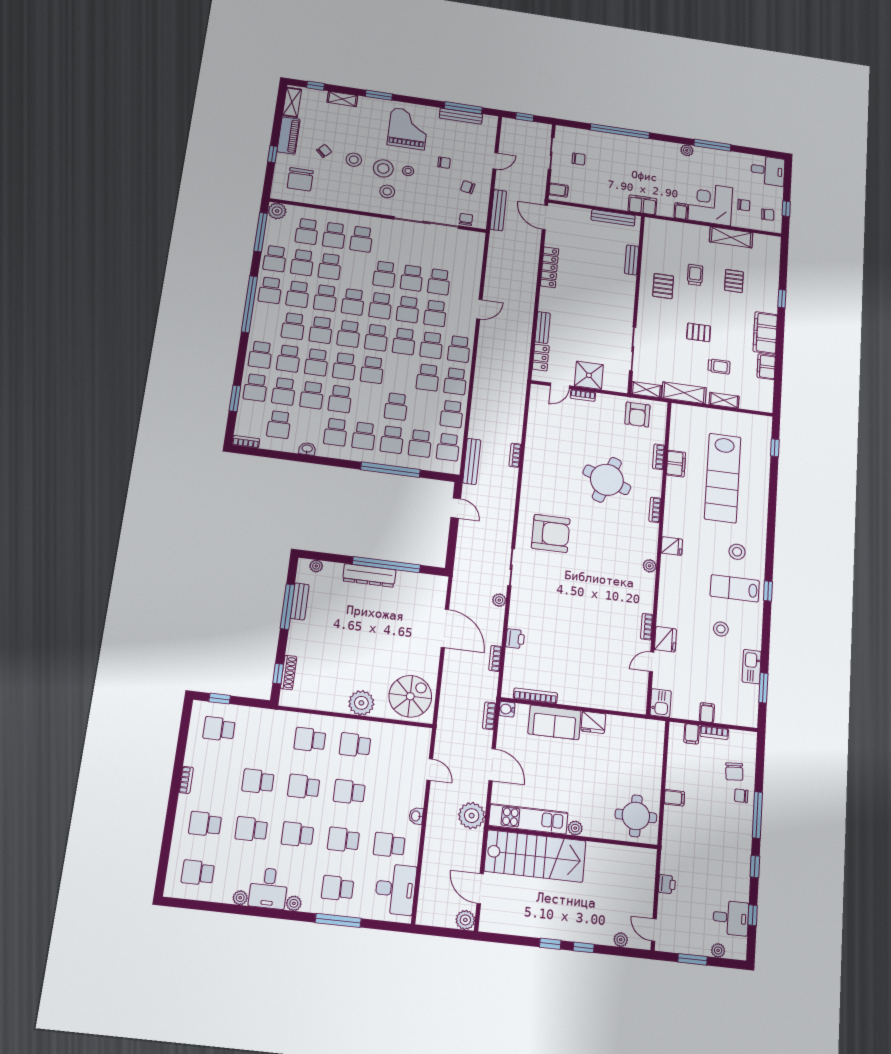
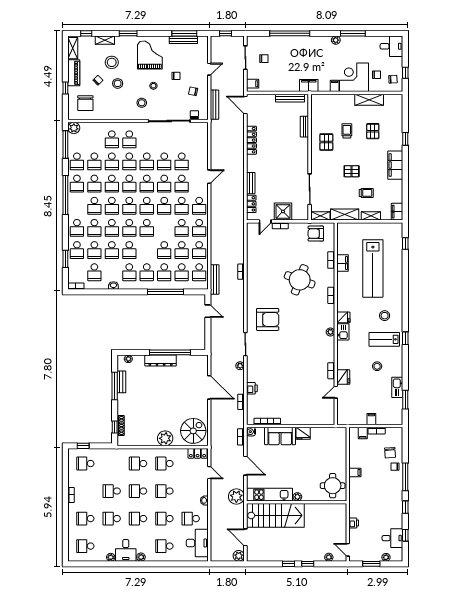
stool: (383, 168) -> (112, 62), moved
school desk: (307, 231) -> (129, 161), moved
filing cabinet: (766, 367) -> (397, 212), moved
school desk: (424, 410) -> (182, 250), added
armchair: (637, 414) -> (316, 234), turned 90
kitchen sink: (661, 703) -> (343, 332), moved
locker: (413, 734) -> (198, 453), added
window: (338, 920) -> (167, 564), removed

